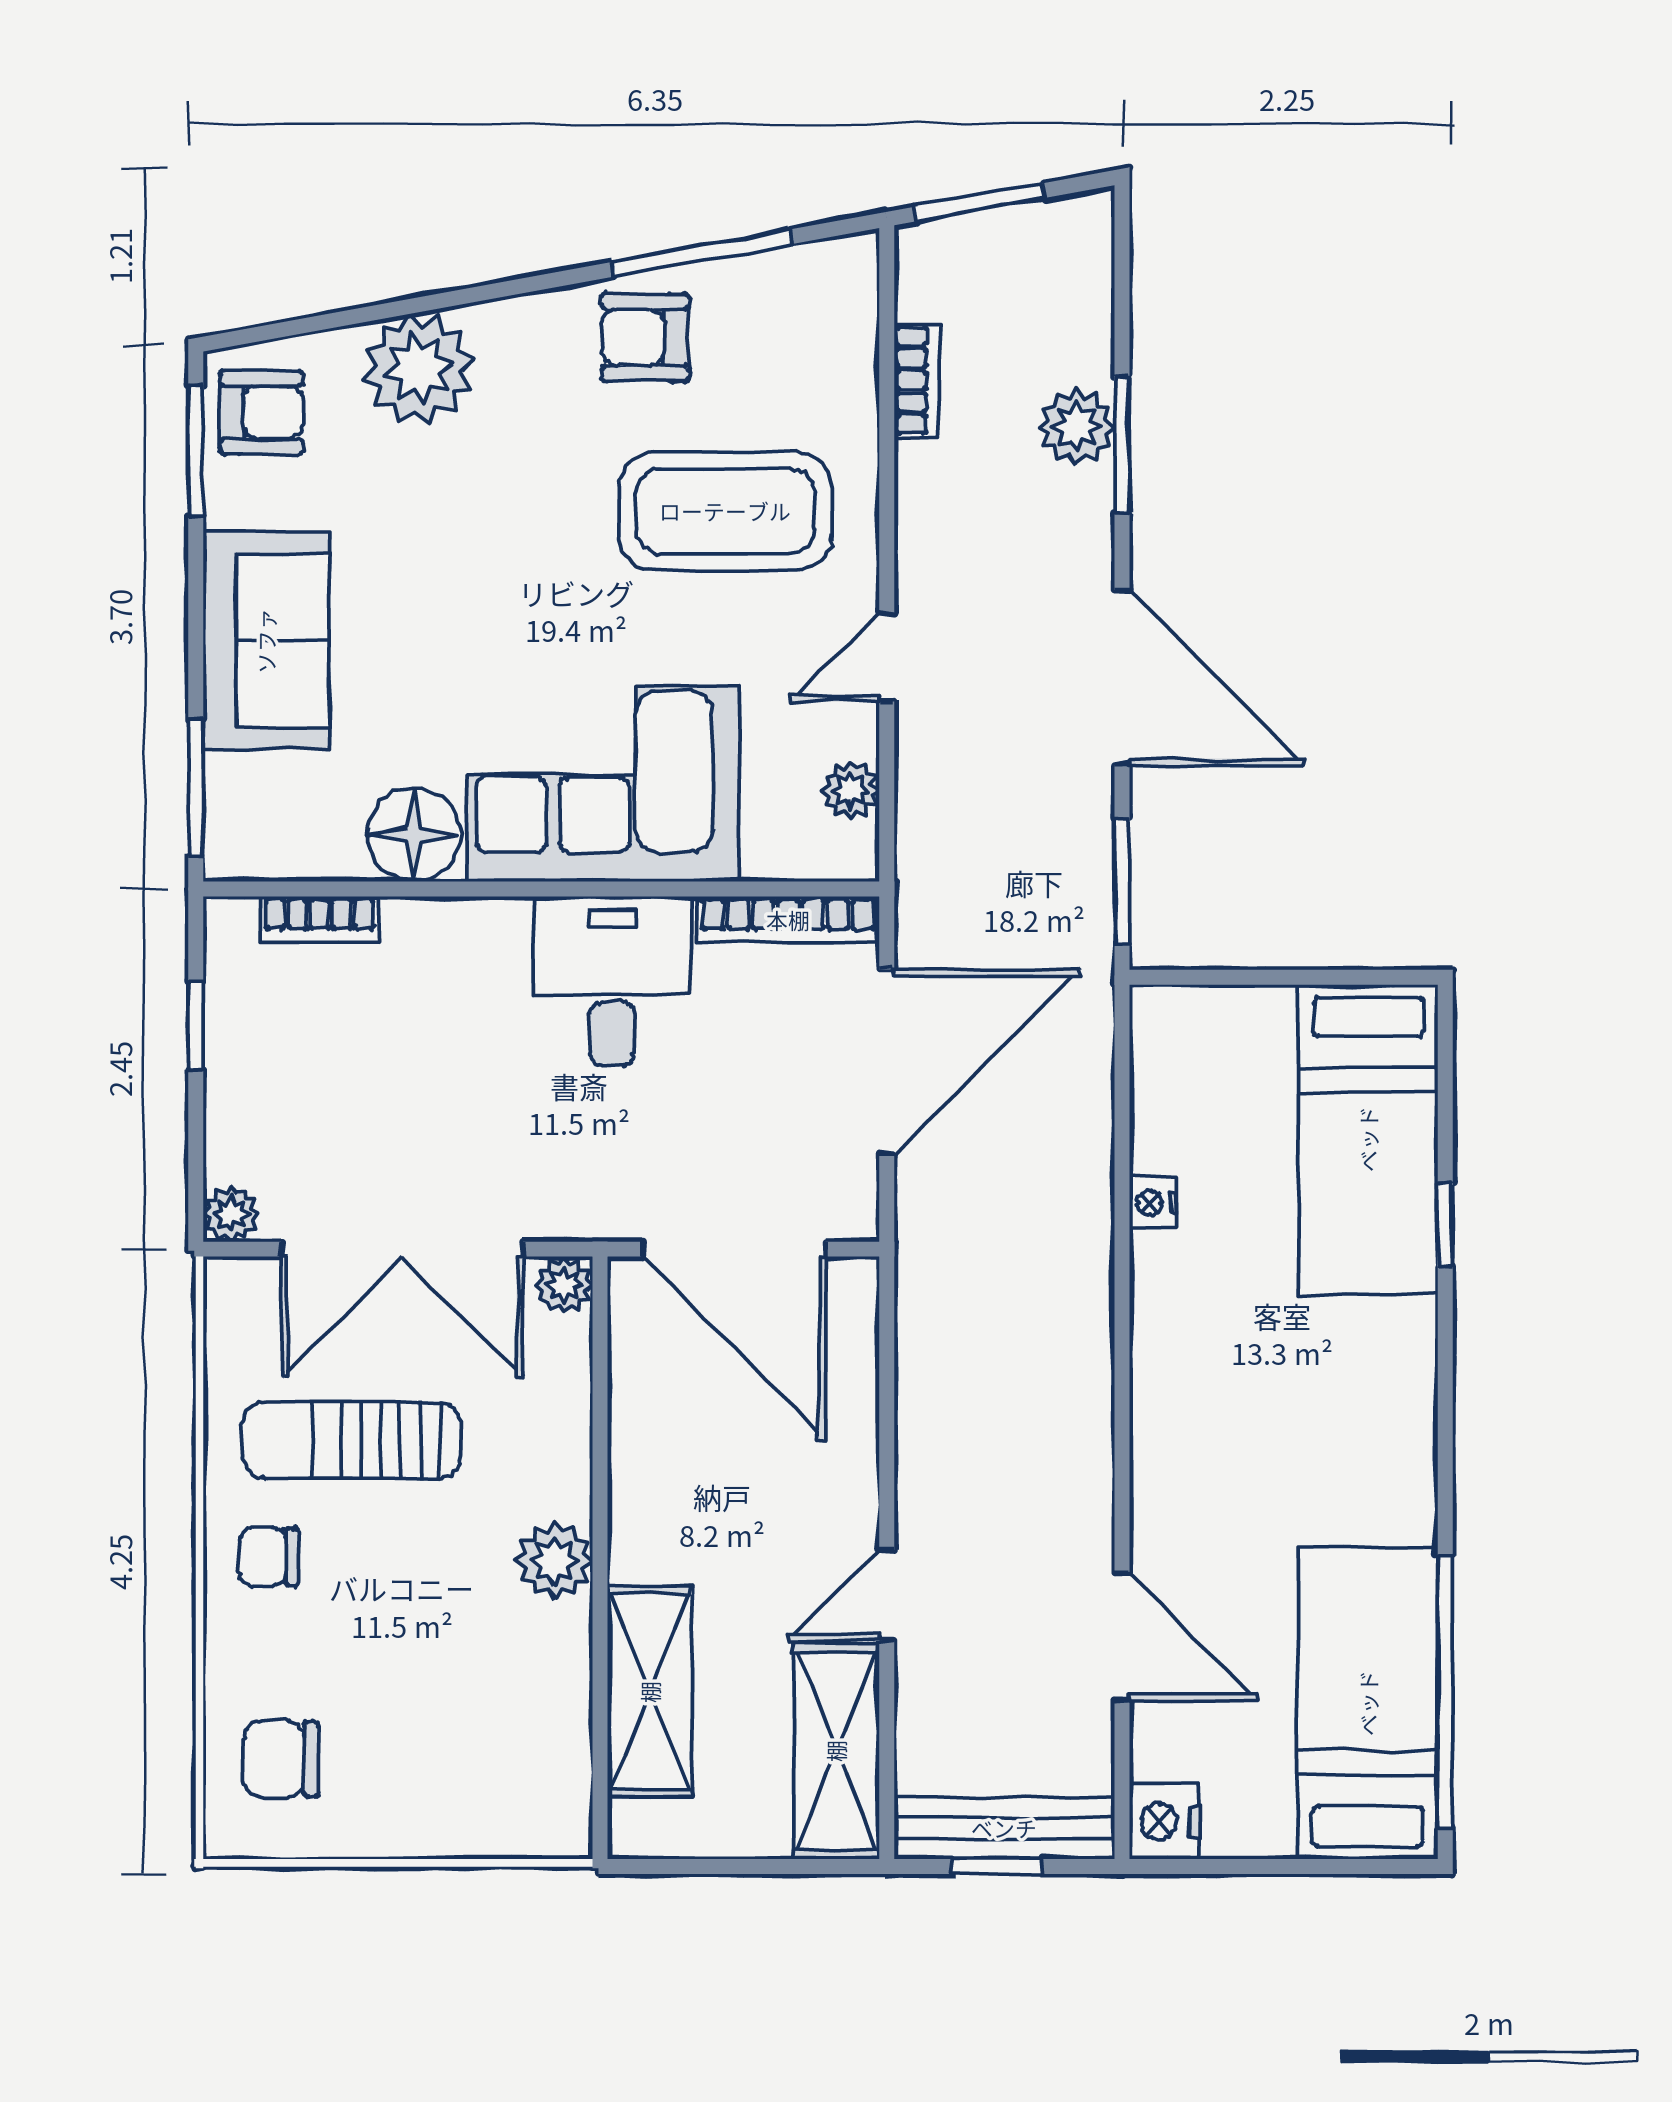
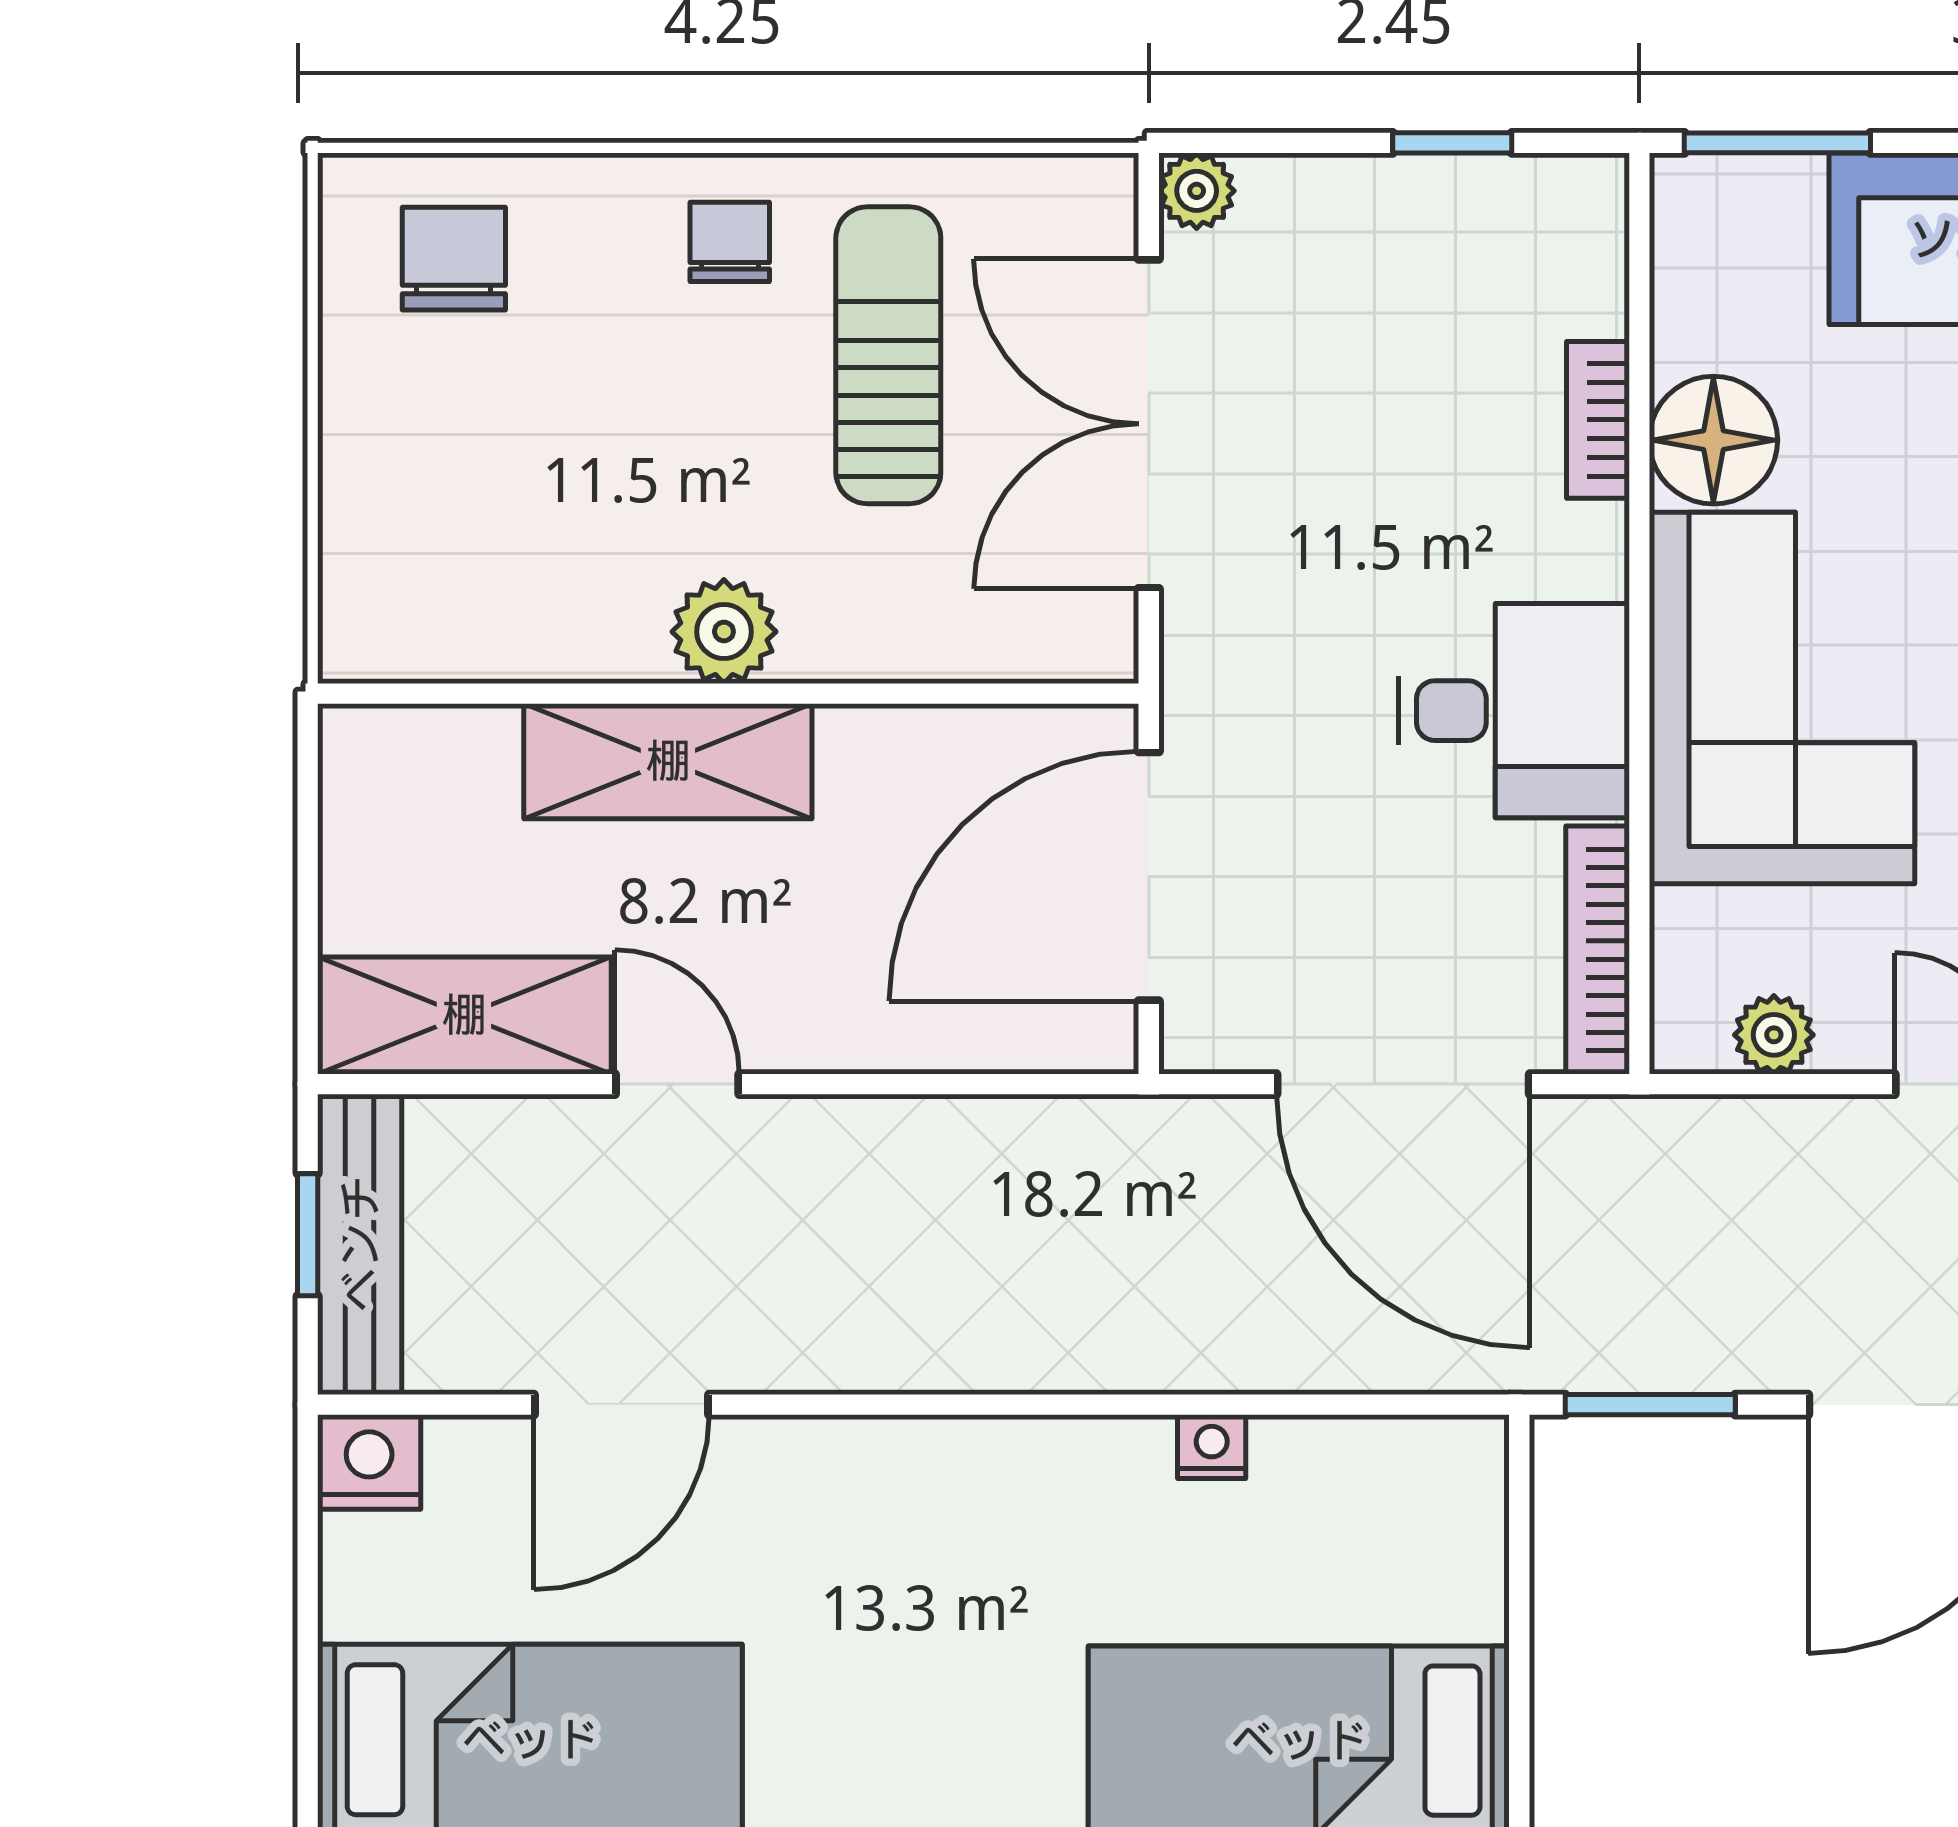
bookcase: (320, 919) -> (1598, 420), moved
plant: (564, 1285) -> (1100, 645), removed
shelving: (650, 1692) -> (668, 761), moved

